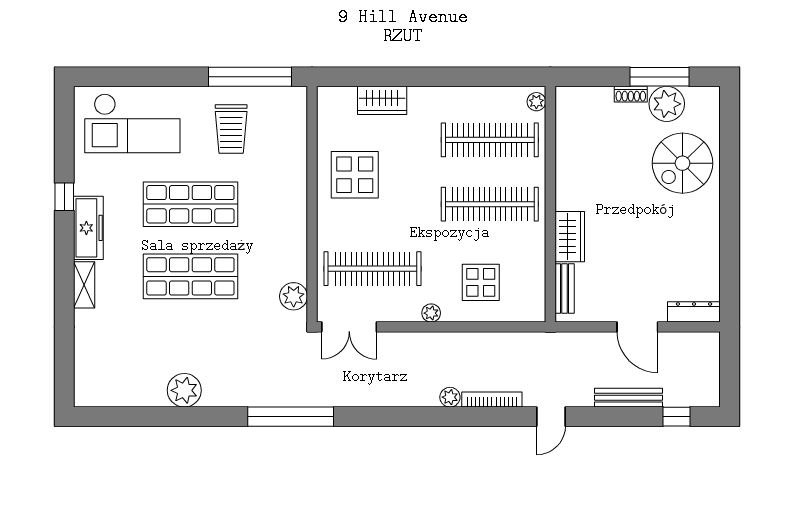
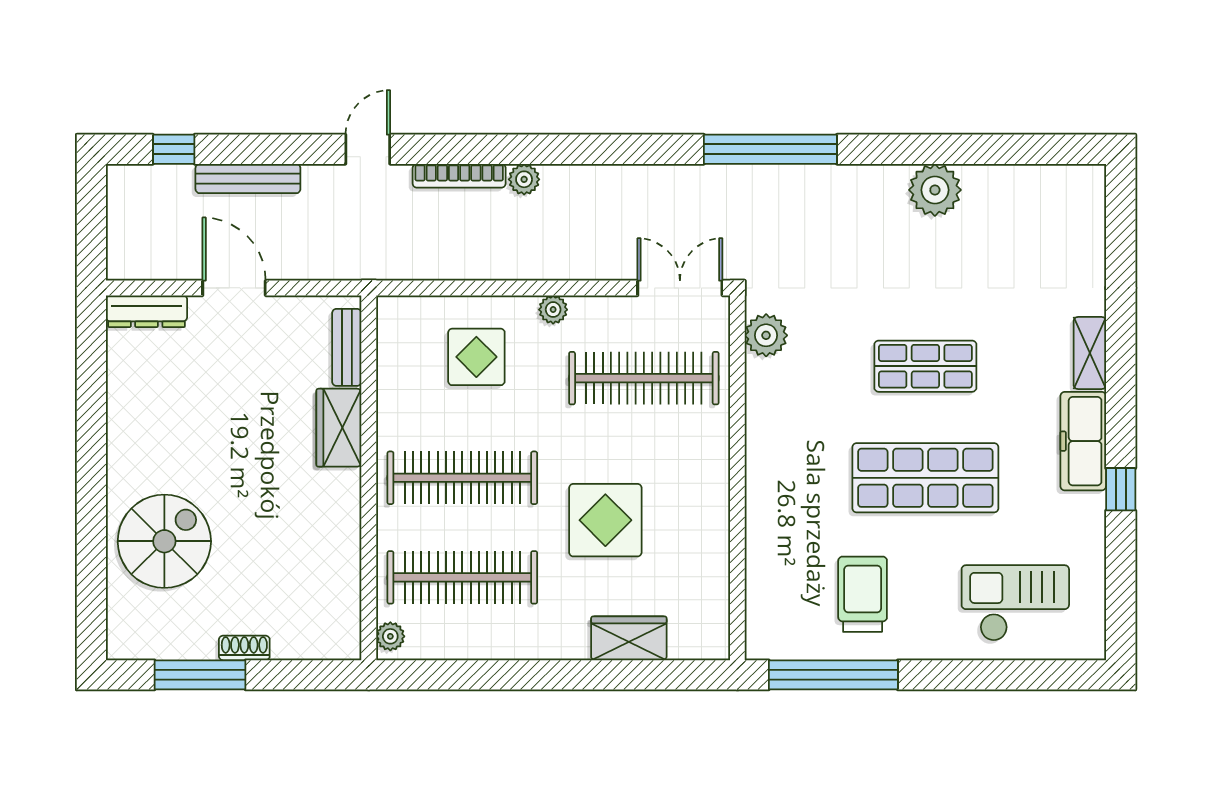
plant: (667, 104) -> (189, 633), removed
checkout: (132, 123) -> (1015, 603), width x0.73, depth x0.83
display table: (355, 175) -> (605, 520), moved
shop shelf: (190, 276) -> (925, 366), width x0.70, depth x0.74

